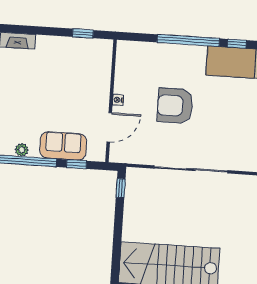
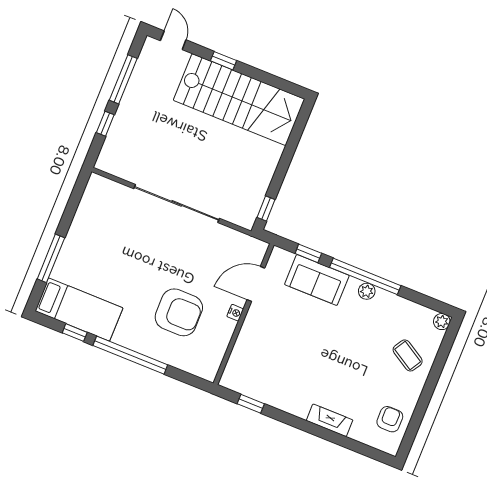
armchair: (175, 106) -> (179, 312), moved

